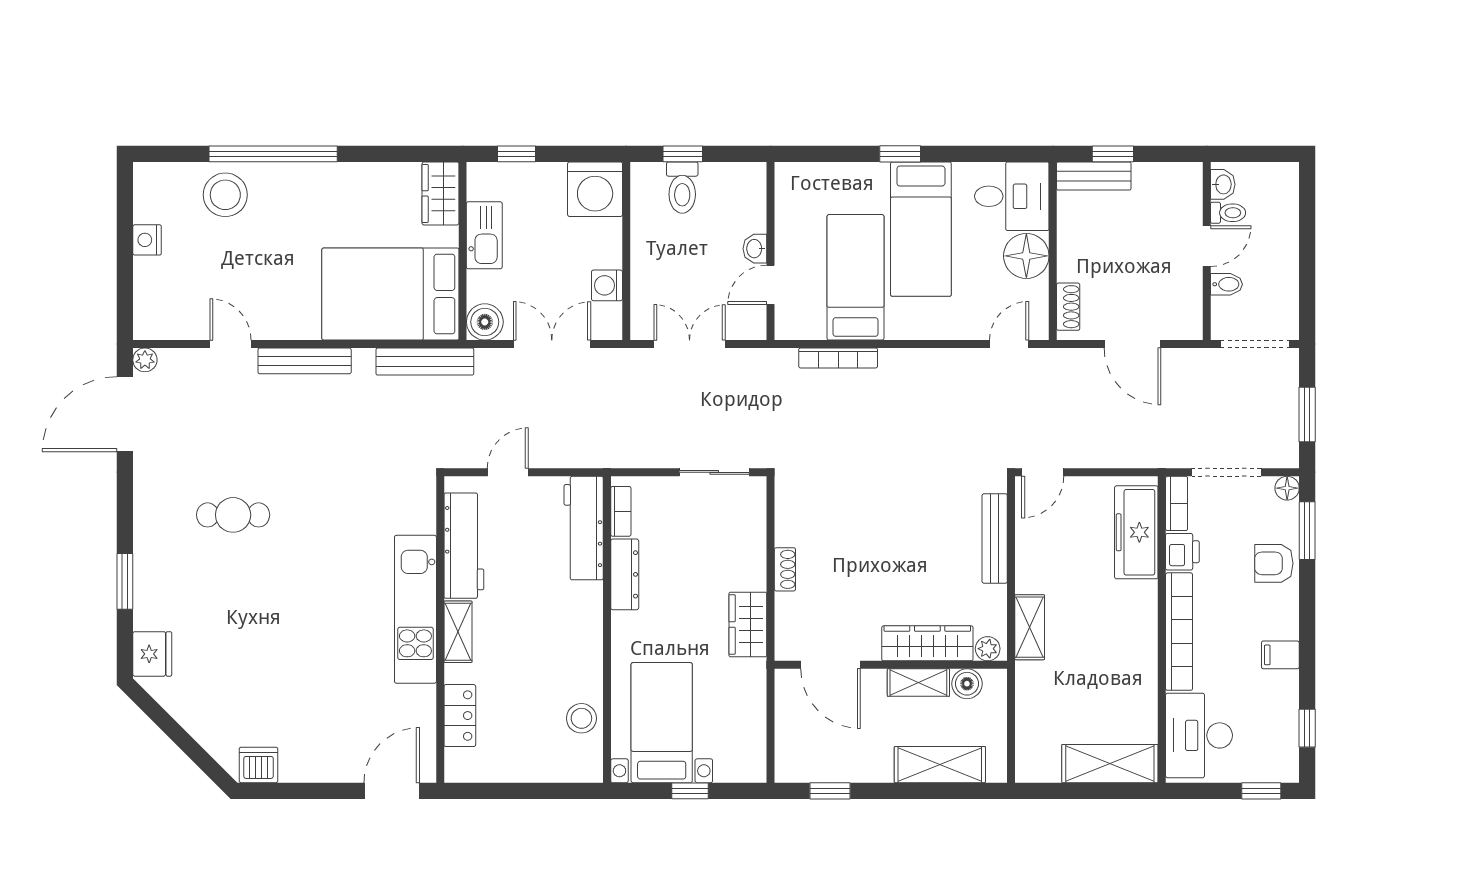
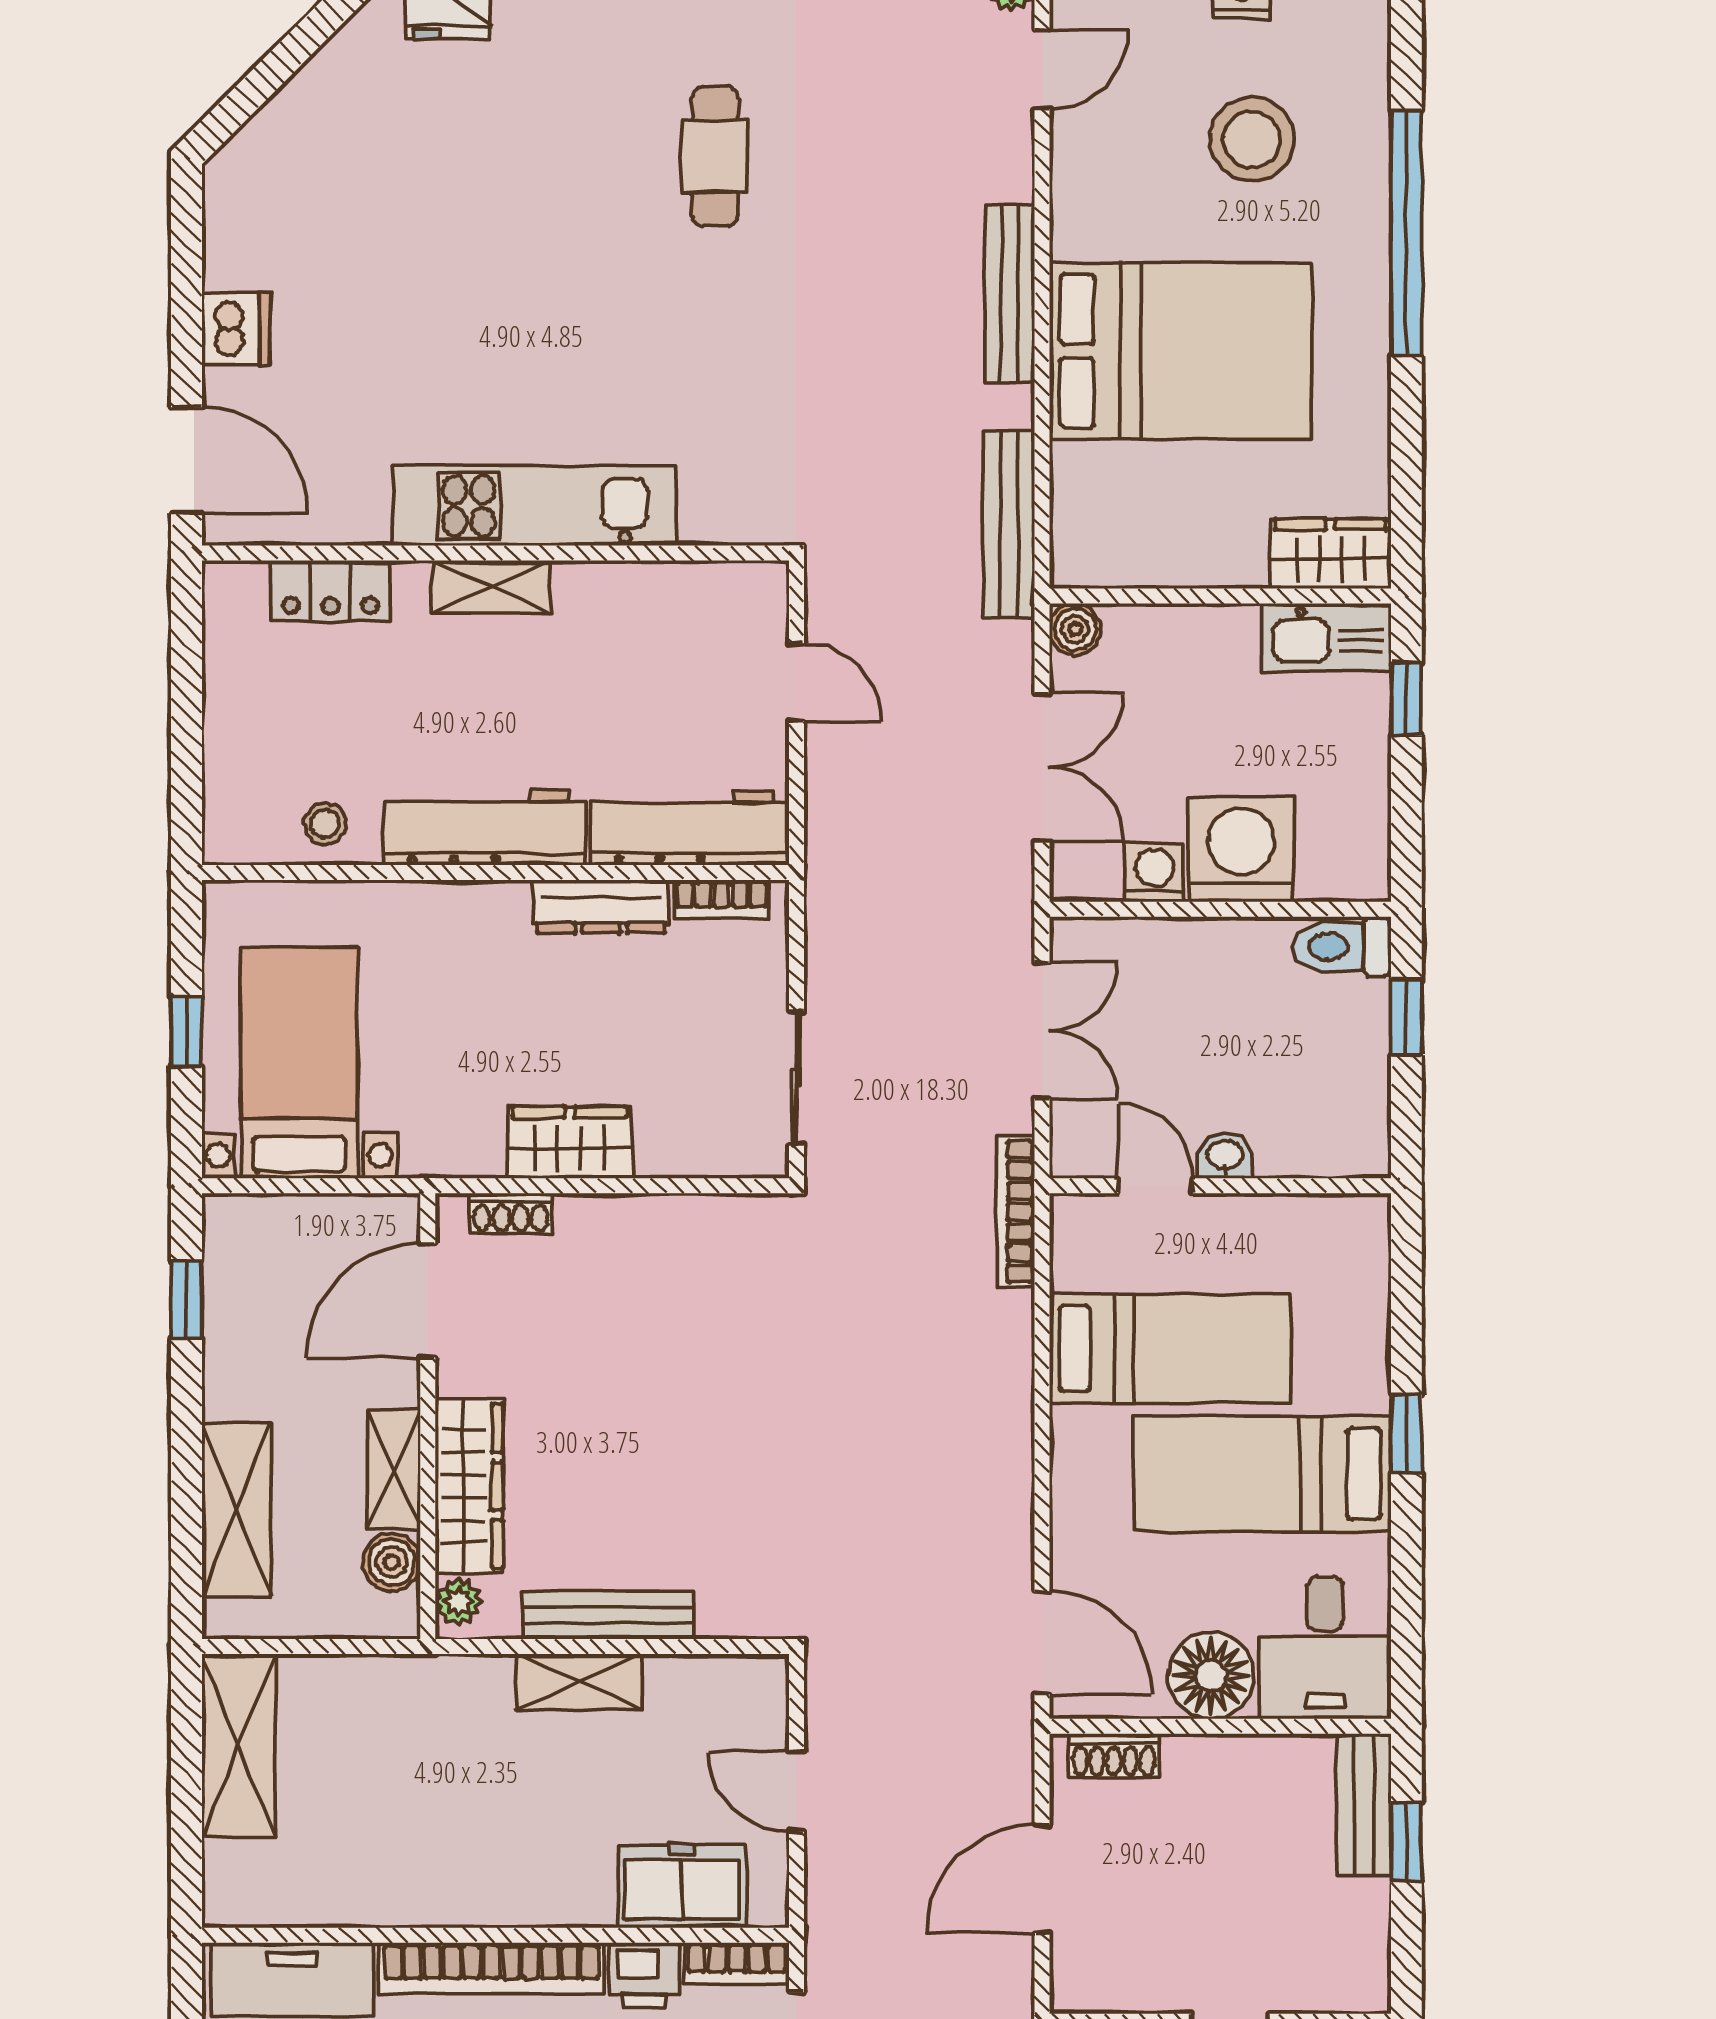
toilet: (682, 188) -> (1342, 947), moved
washing machine: (595, 189) -> (1241, 850), moved, turned 90
stool: (225, 195) -> (1252, 139), moved
kitchen sink: (484, 235) -> (1327, 637), moved
bed: (390, 294) -> (1181, 351), moved, turned 90
boiler: (485, 322) -> (1075, 629), width x0.73, depth x0.73
door: (231, 344) -> (1042, 70), moved
door: (1009, 344) -> (1042, 1643), width x1.38
bookcase: (838, 358) -> (1015, 1212), moved
door: (1043, 472) -> (796, 1792), moved
freezer: (1136, 532) -> (682, 1886), width x0.71
bench: (995, 538) -> (608, 1615), moved
workbench: (464, 546) -> (484, 827), moved, turned 180
shoe rack: (785, 569) -> (511, 1213), moved
wardrobe: (748, 624) -> (569, 1142), moved
shelving: (1030, 627) -> (579, 1682), moved
stool: (581, 718) -> (325, 824), width x0.73, depth x0.73
bed with nightstands: (662, 723) -> (299, 1063), moved, turned -90
shelving: (1110, 764) -> (239, 1746), moved
dishwasher: (259, 765) -> (236, 329), moved

